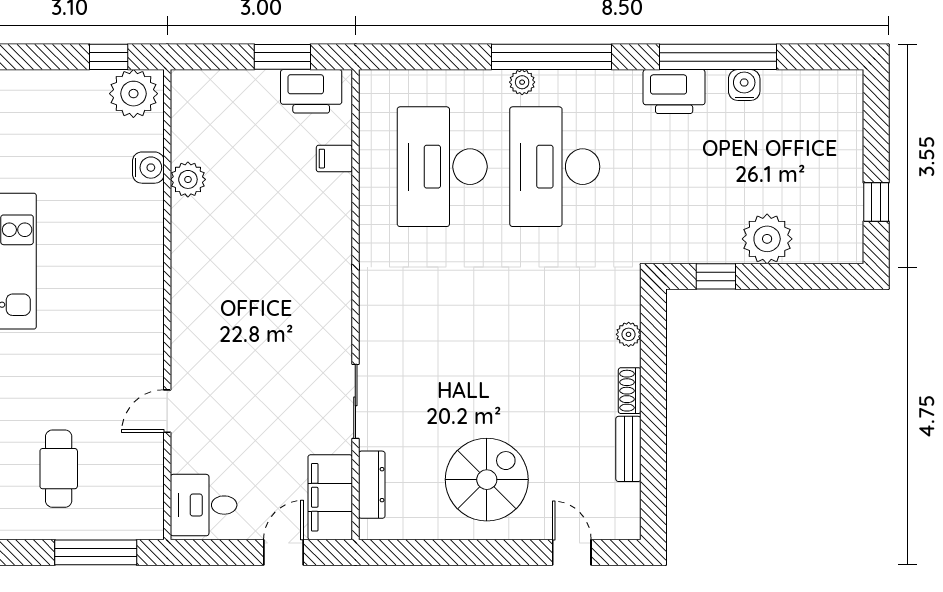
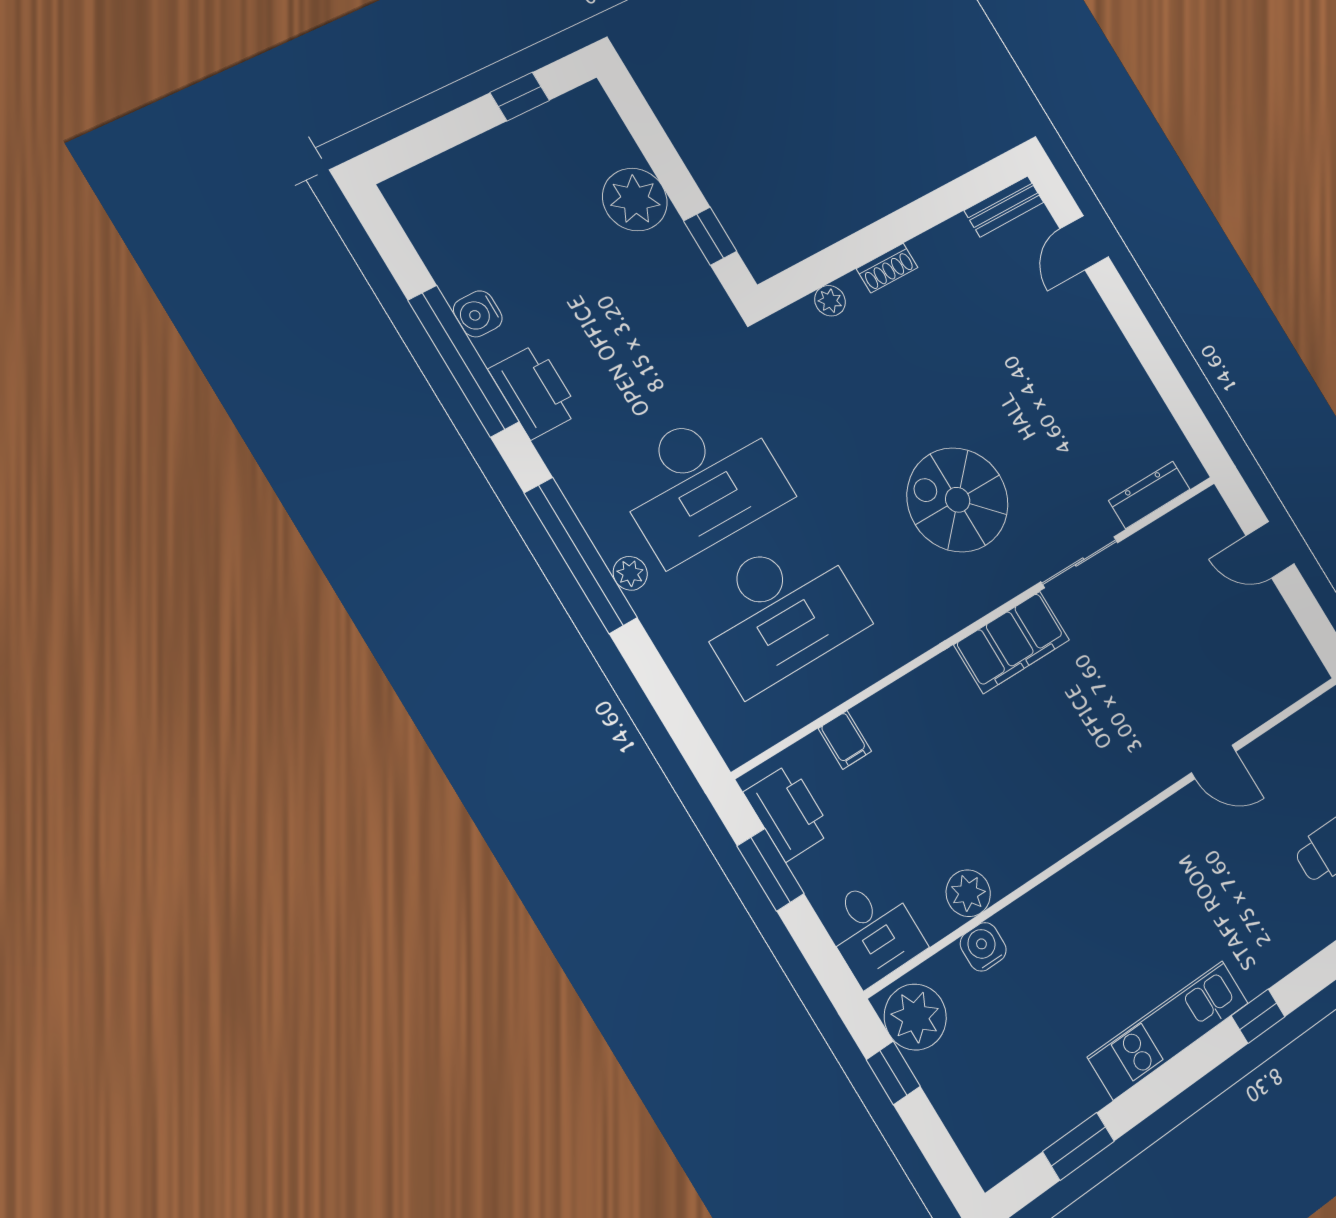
bench: (628, 449) -> (1004, 206), moved
spiral stairs: (487, 480) -> (958, 500), moved
filing cabinet: (330, 497) -> (1012, 642), moved
desk: (204, 505) -> (873, 931), moved

